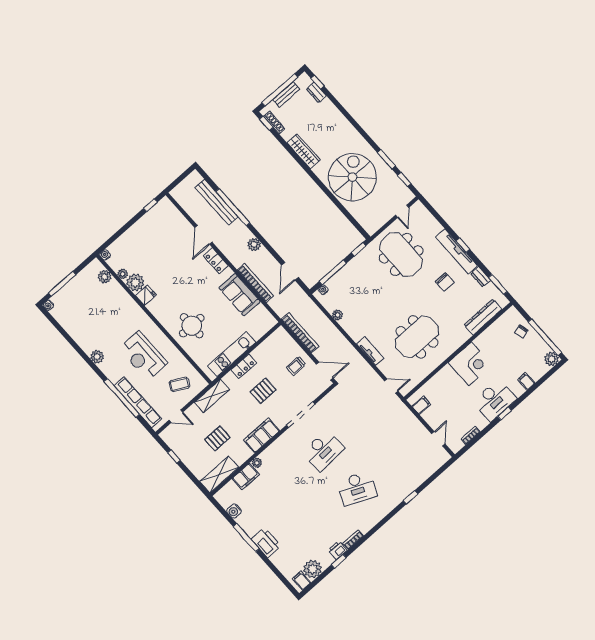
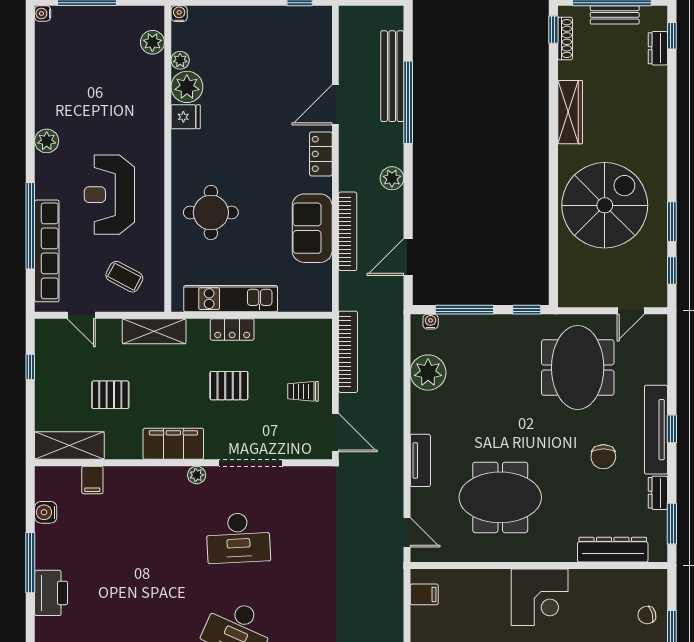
plant: (337, 315) -> (428, 373), width x1.87, depth x1.87
plant: (257, 463) -> (197, 475), moved
filing cabinet: (246, 477) -> (92, 480), width x0.50

